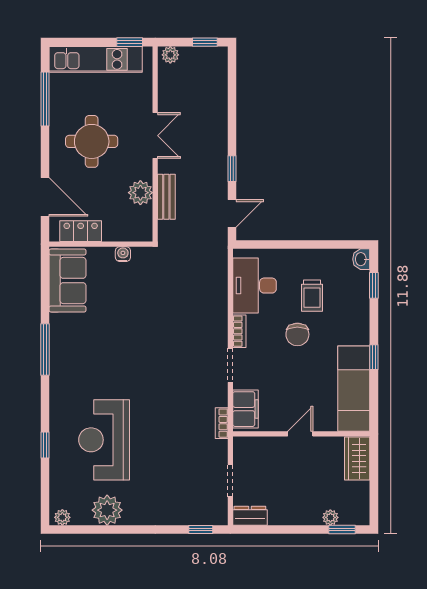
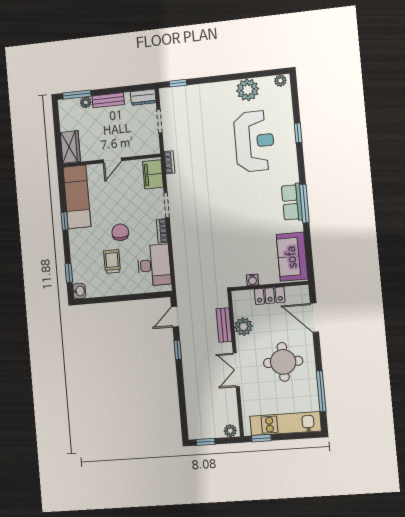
locker: (81, 231) -> (270, 296), moved
row of seats: (61, 353) -> (292, 202), added
bench: (299, 517) -> (108, 100), added
window: (342, 530) -> (77, 95), width x1.50

